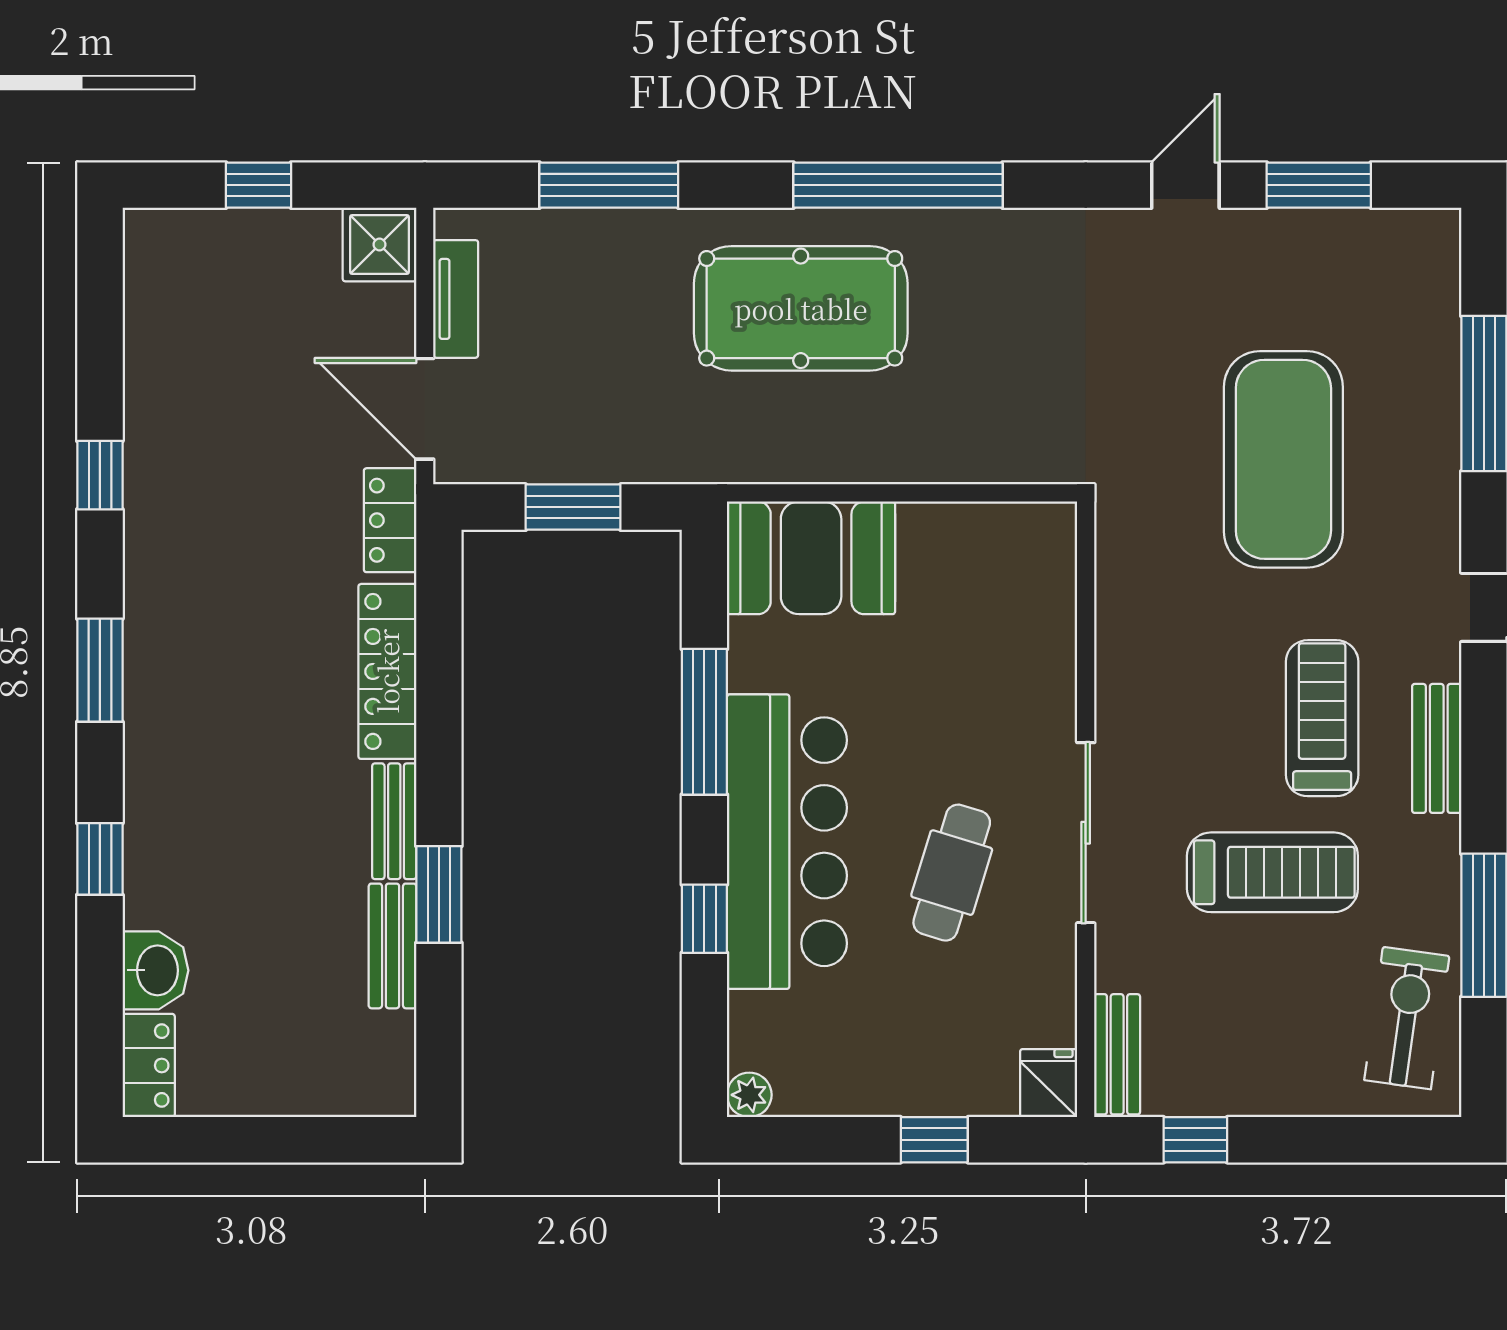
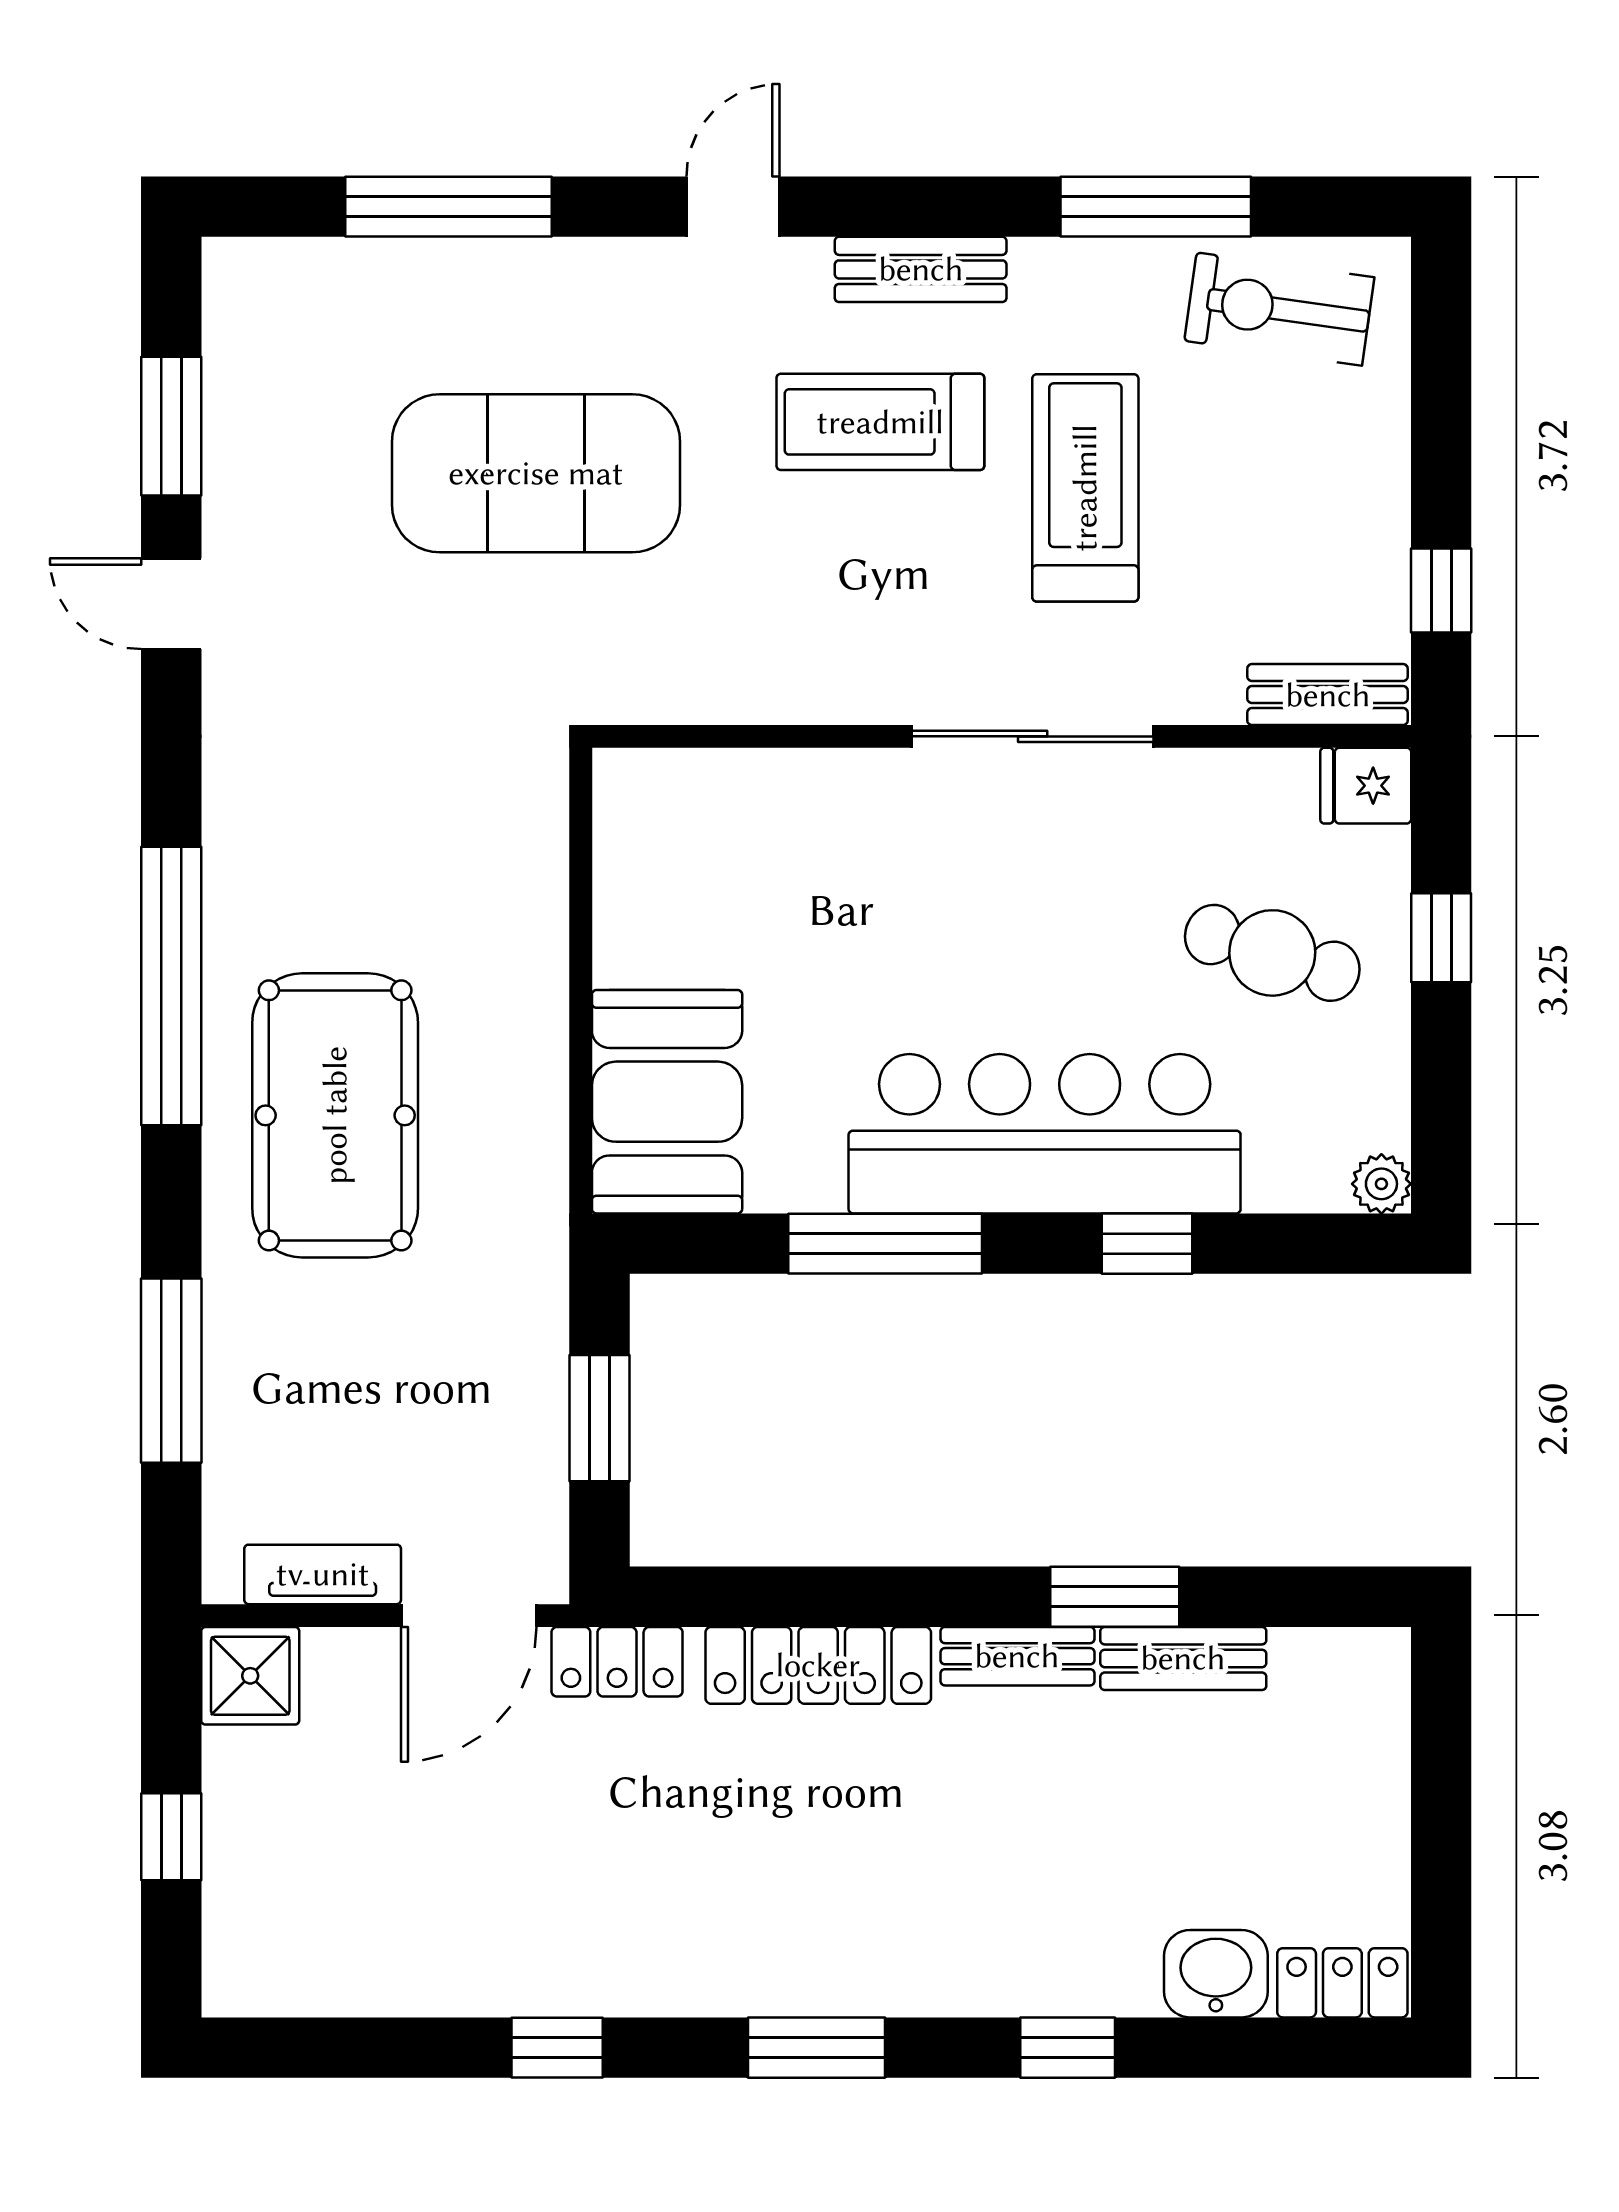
cafe table: (952, 873) -> (1272, 953), moved

